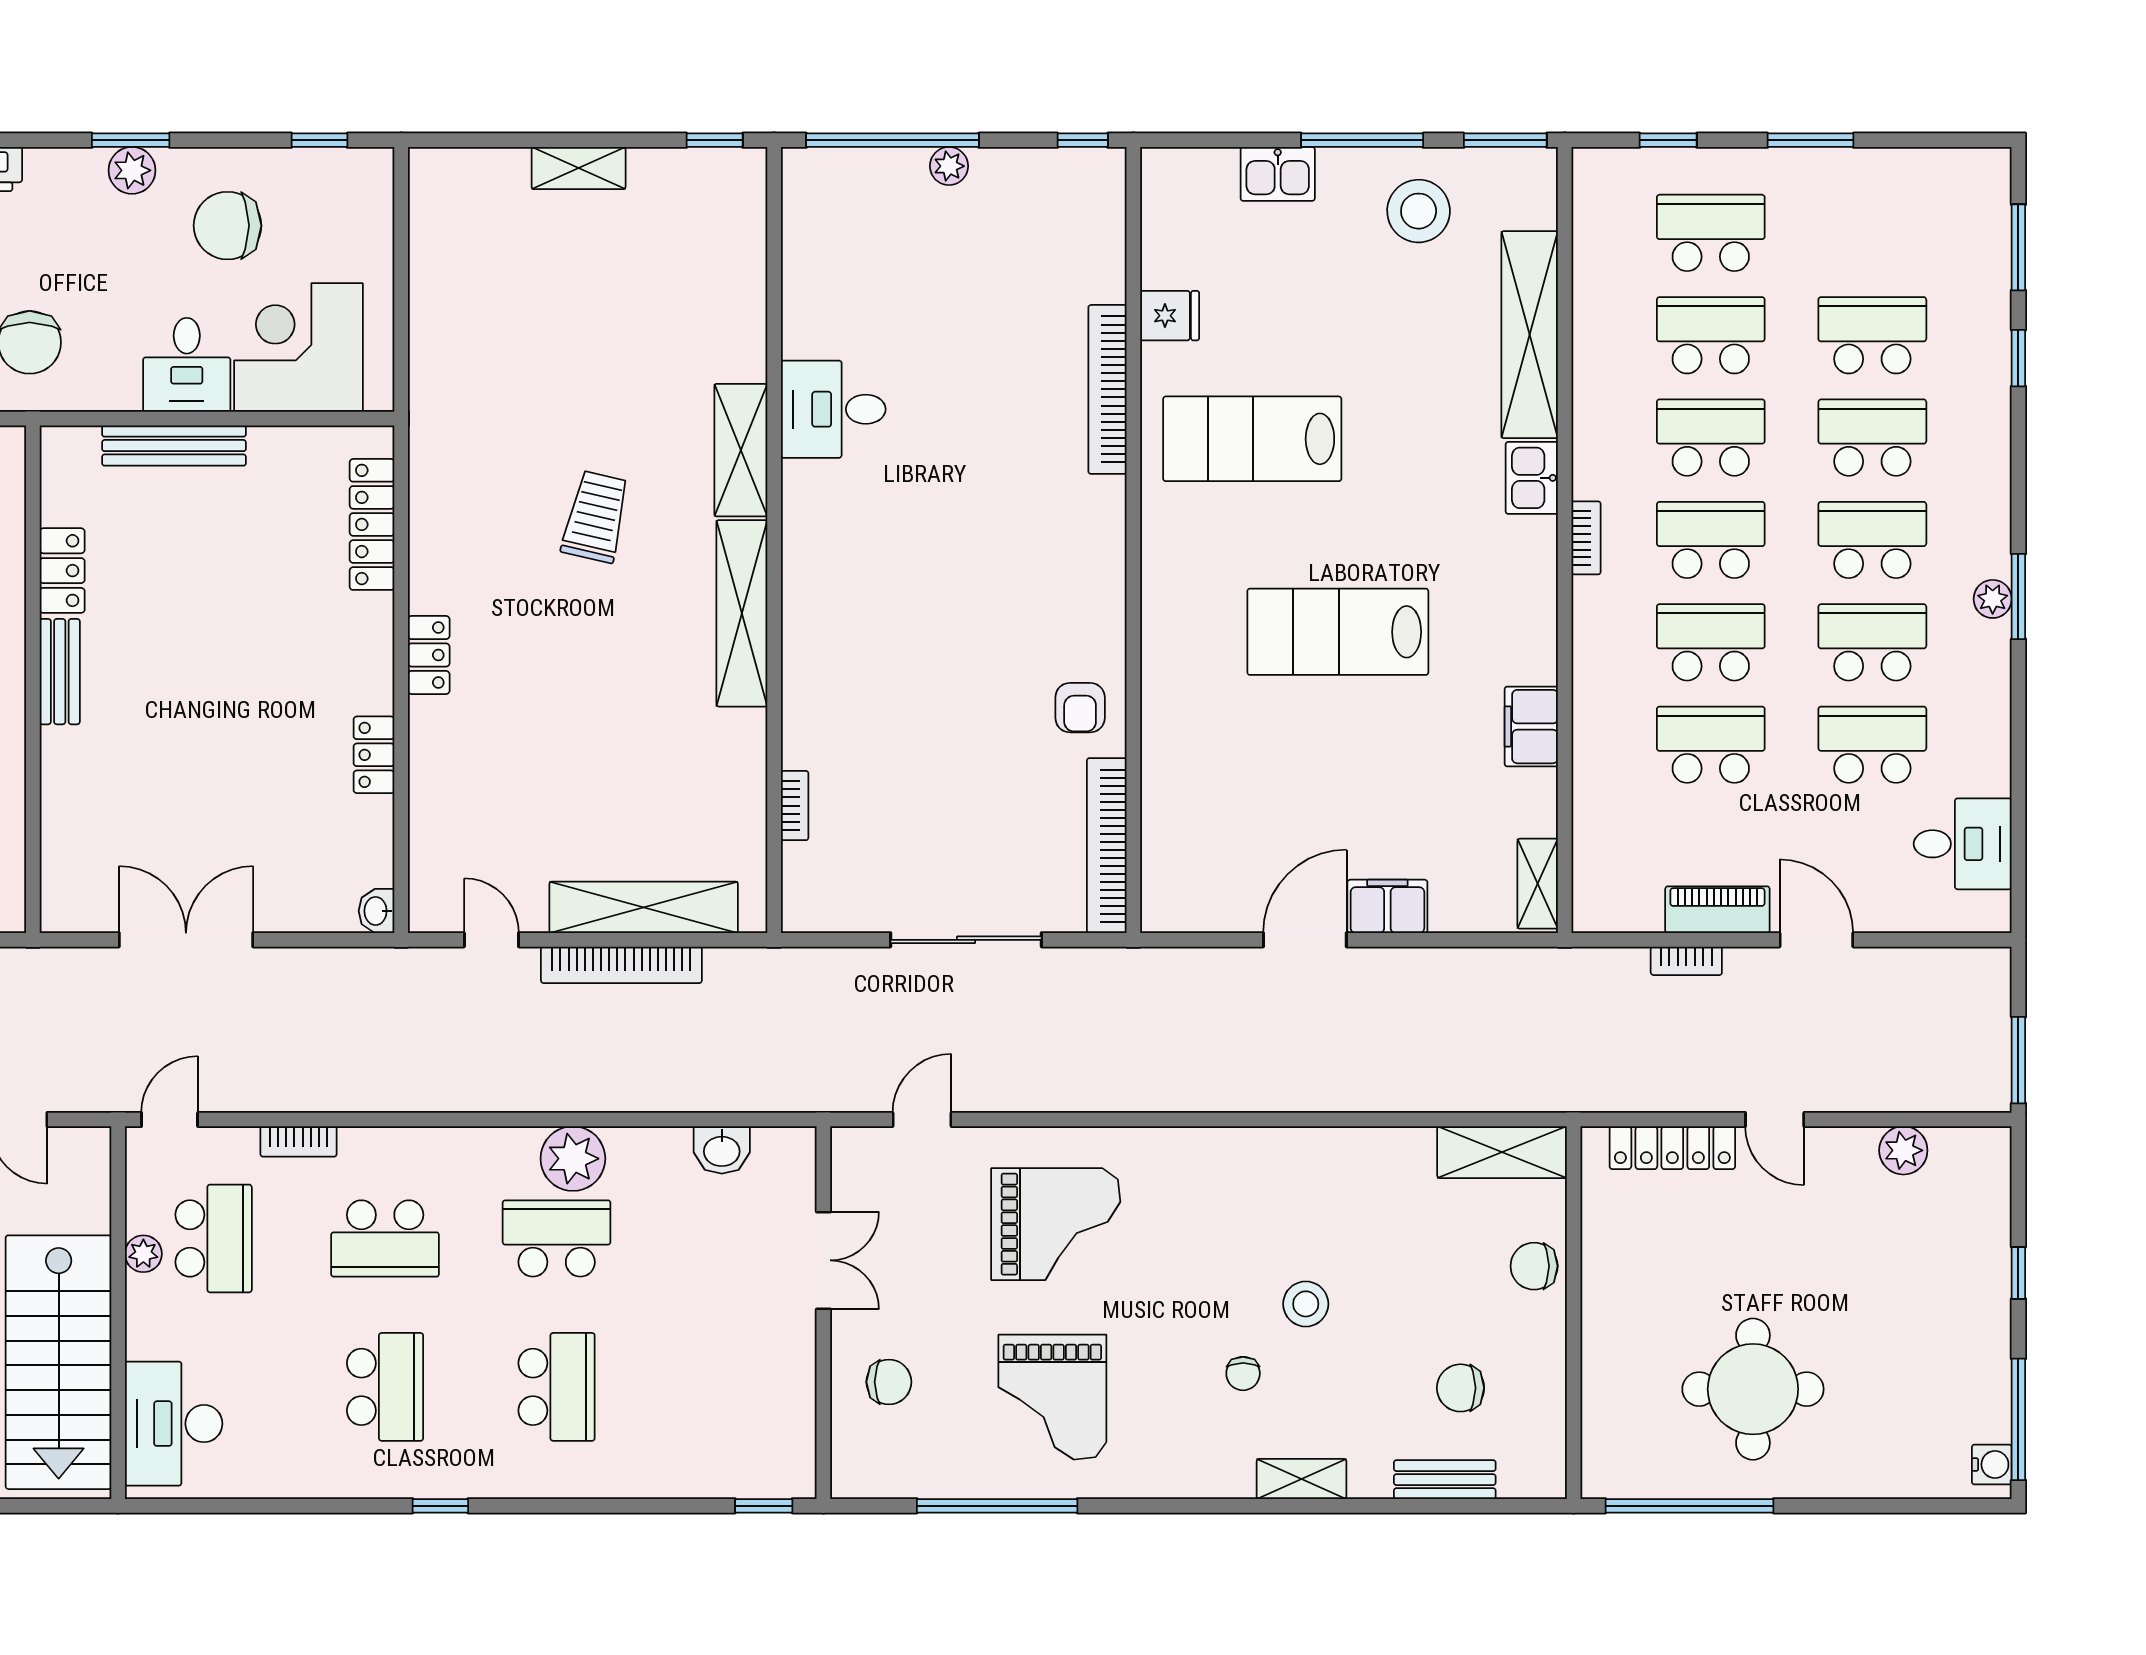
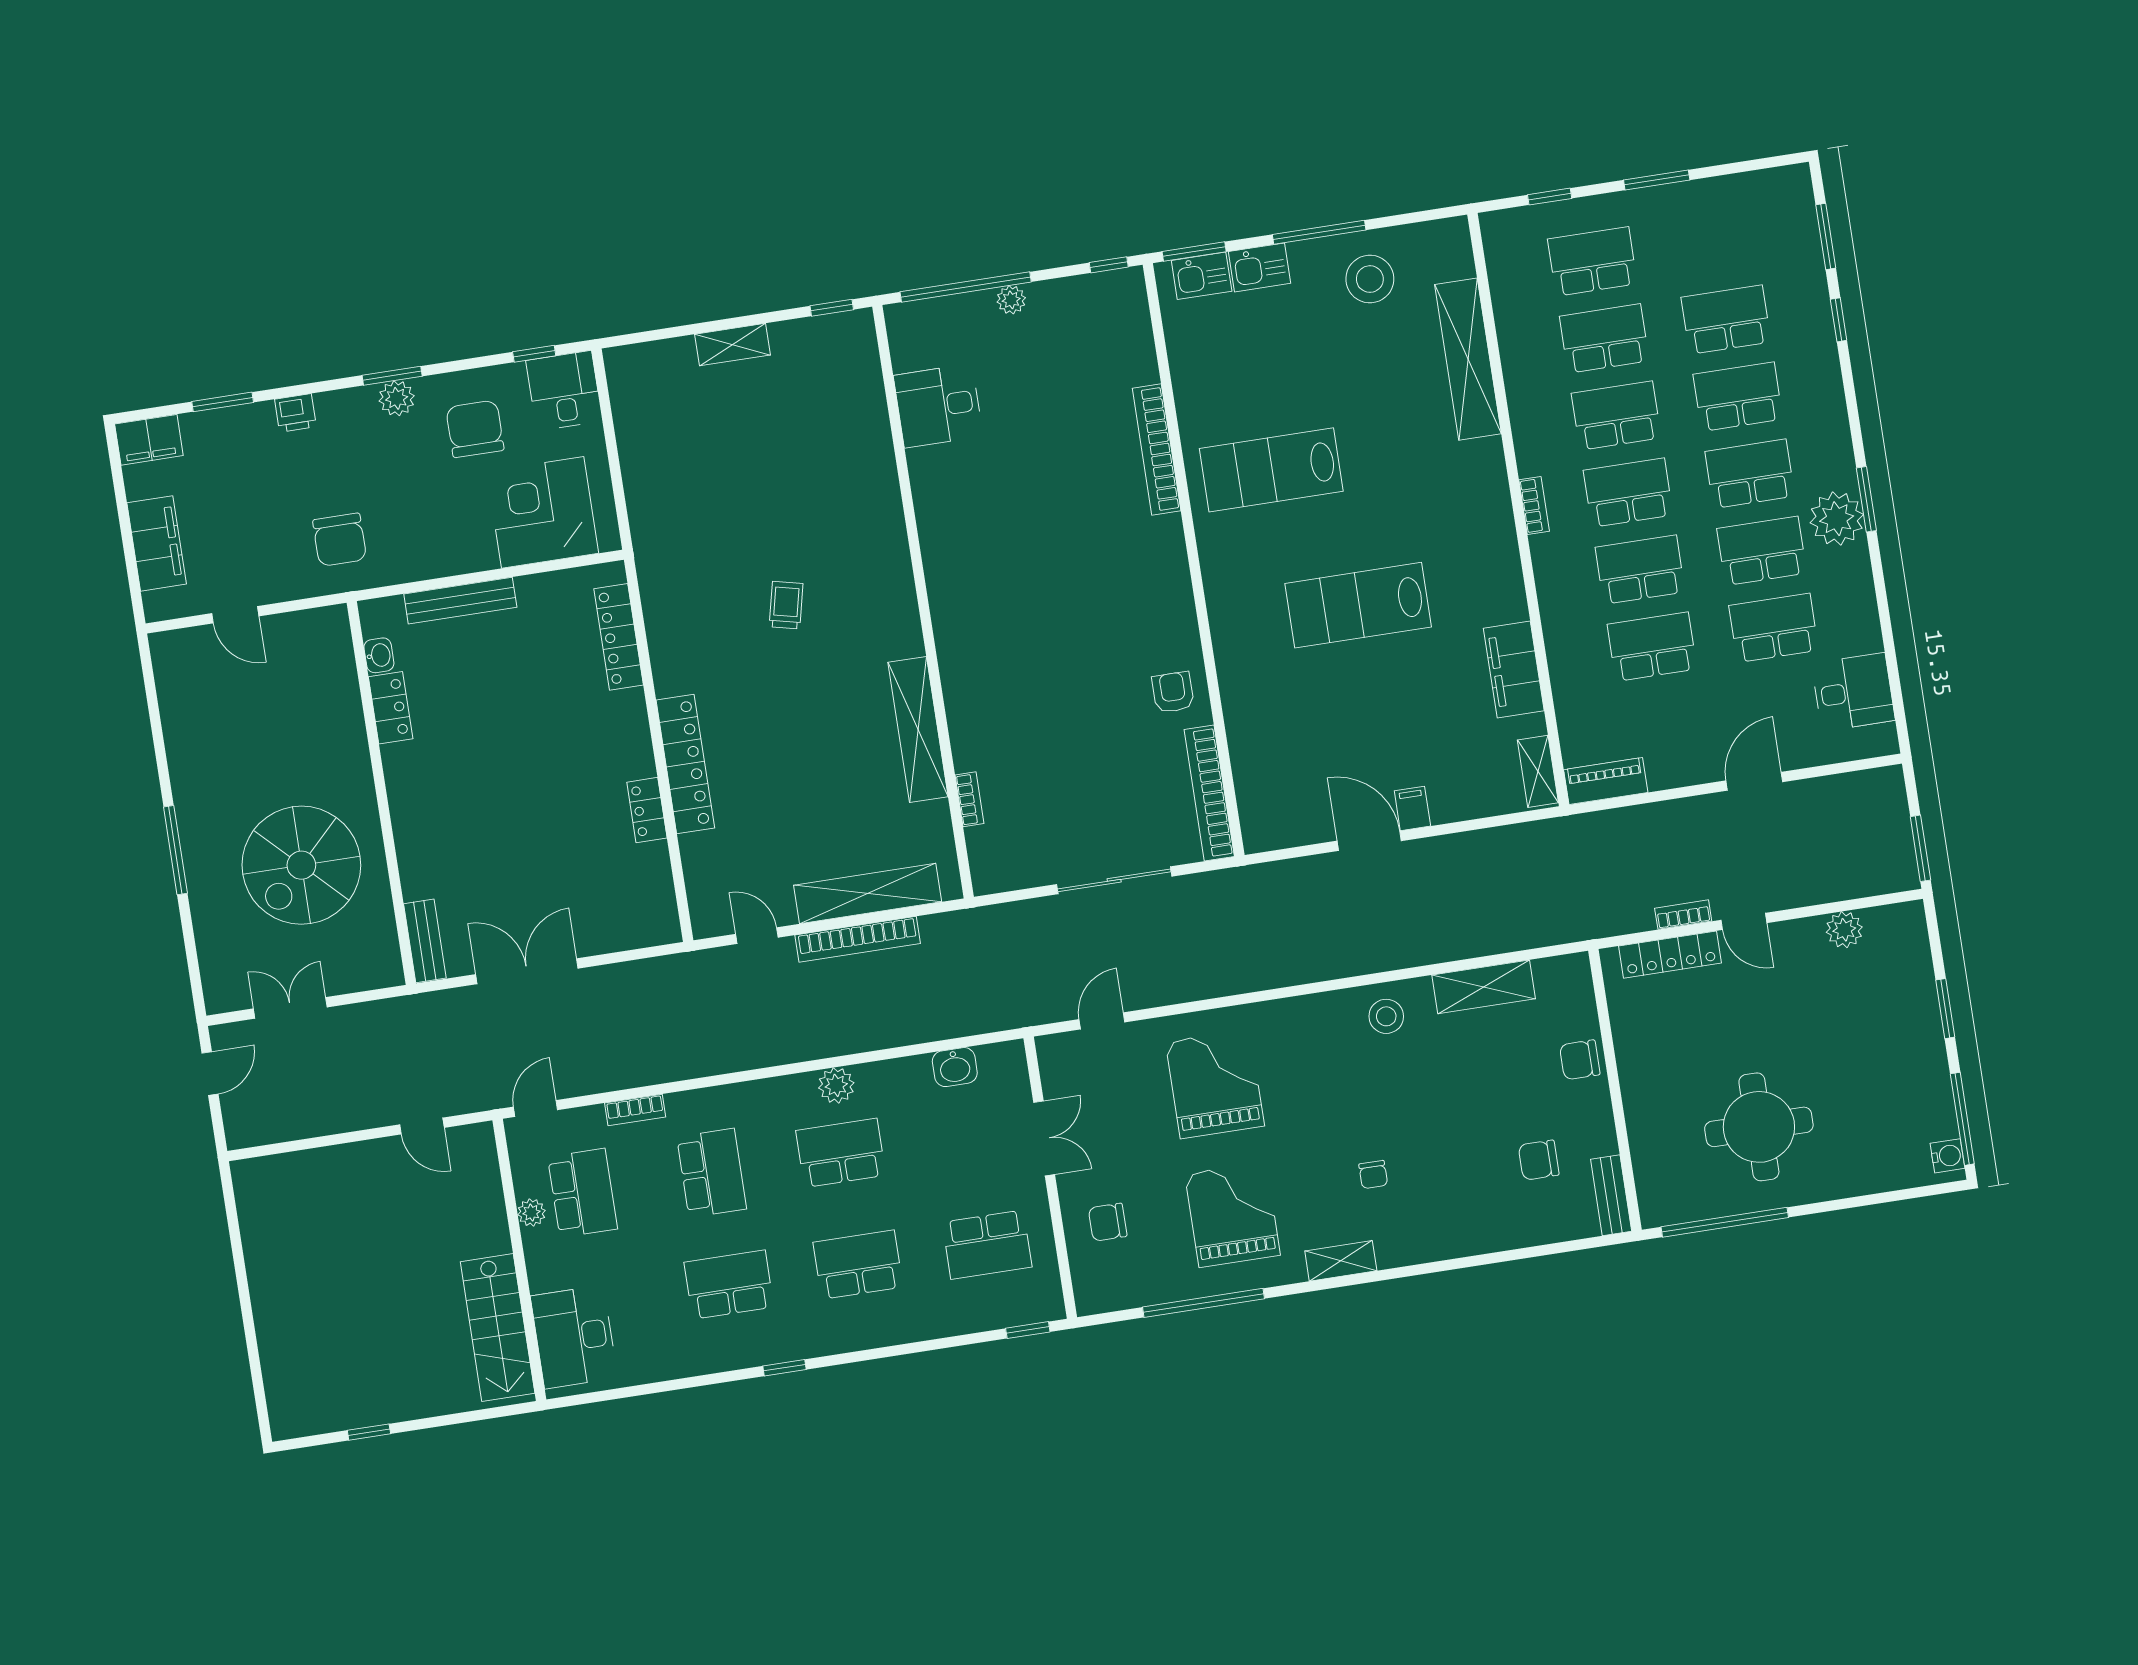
window: (1505, 140) -> (1194, 252), moved
chair: (227, 226) -> (475, 429), turned 90
fridge: (1170, 316) -> (1195, 387), removed
desk: (187, 365) -> (564, 391), moved, turned 180
desk: (833, 409) -> (938, 406), moved
shelving: (741, 450) -> (888, 538), removed
kitchen sink: (1532, 478) -> (1202, 276), moved, turned -90
trolley: (596, 517) -> (786, 605), width x0.73, depth x0.72
plant: (1993, 599) -> (1837, 519), width x1.88, depth x1.88
shelving: (742, 613) -> (918, 730), moved
locker: (429, 655) -> (685, 764), width x2.16, depth x1.21
bench: (60, 672) -> (425, 941), moved
armchair: (1080, 708) -> (1173, 692), turned 180
filing cabinet: (1531, 727) -> (1514, 669), width x1.50, depth x1.17
filing cabinet: (1387, 906) -> (1412, 808), width x0.50
piano: (1717, 910) -> (1606, 781), moved
washbasin: (377, 911) -> (379, 655), moved, turned 180
door: (1305, 940) -> (1369, 841), hinge flipped
door: (1816, 940) -> (1754, 781), hinge flipped
bookcase: (1686, 961) -> (1683, 915), moved, turned 180
shelving: (1502, 1152) -> (1484, 987), moved
plant: (573, 1159) -> (836, 1085), width x0.73, depth x0.73
grand piano: (1056, 1224) -> (1215, 1084), turned -90
school desk: (385, 1238) -> (712, 1173), turned -90
window: (2018, 1273) -> (1945, 1009), width x1.50
stool: (1306, 1304) -> (1386, 1016), moved
stairs: (59, 1362) -> (498, 1327), width x0.73, depth x0.66
chair: (889, 1382) -> (1108, 1222), turned 180
school desk: (385, 1387) -> (729, 1285), turned -90
school desk: (557, 1387) -> (858, 1265), turned -90
school desk: (728, 1387) -> (987, 1245), added
grand piano: (1052, 1397) -> (1232, 1215), turned 180
shelving: (1302, 1479) -> (1341, 1261), moved
bench: (1445, 1480) -> (1611, 1195), moved, turned 90

